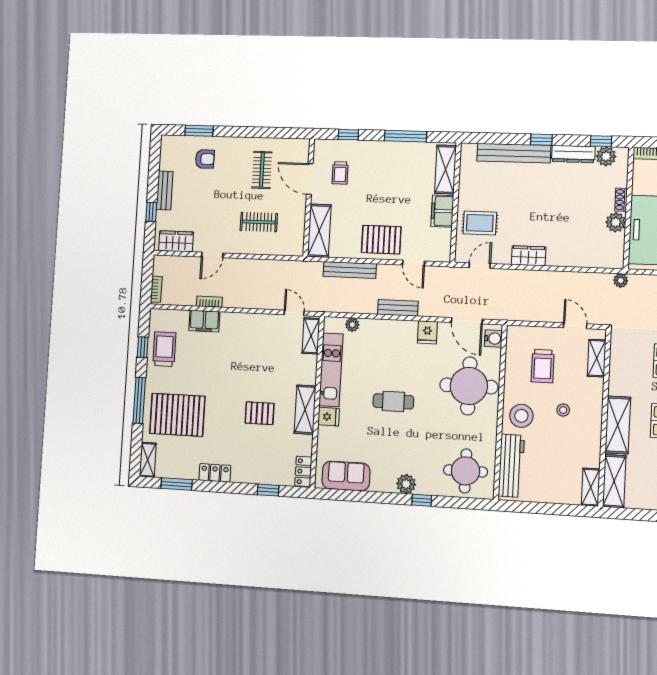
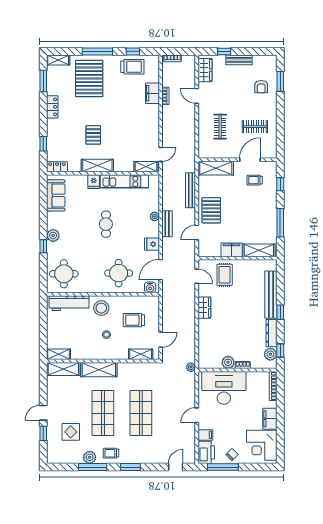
plant: (352, 325) -> (155, 216), moved
round table: (469, 386) -> (119, 273), width x0.73, depth x0.73

